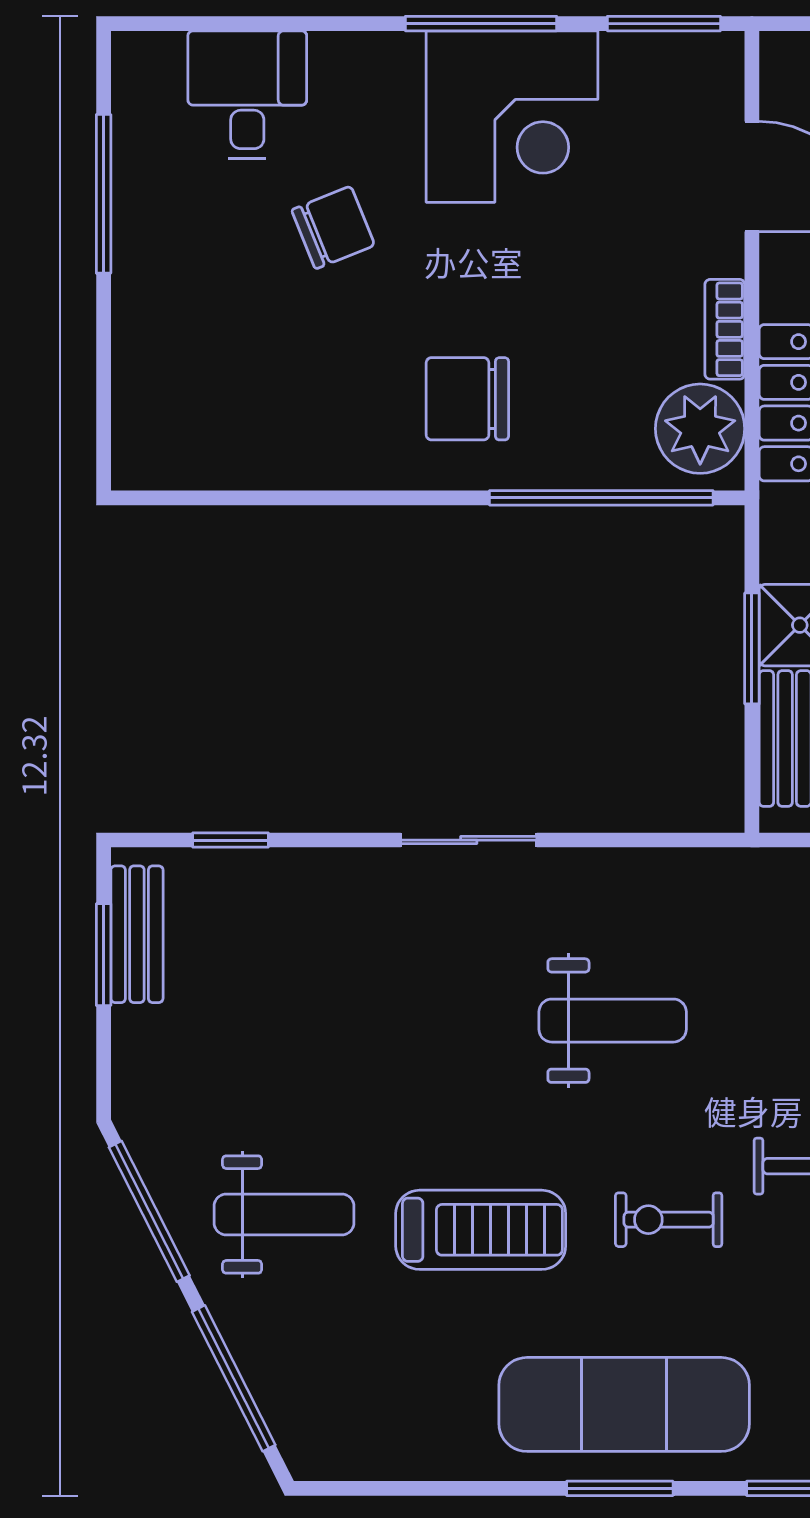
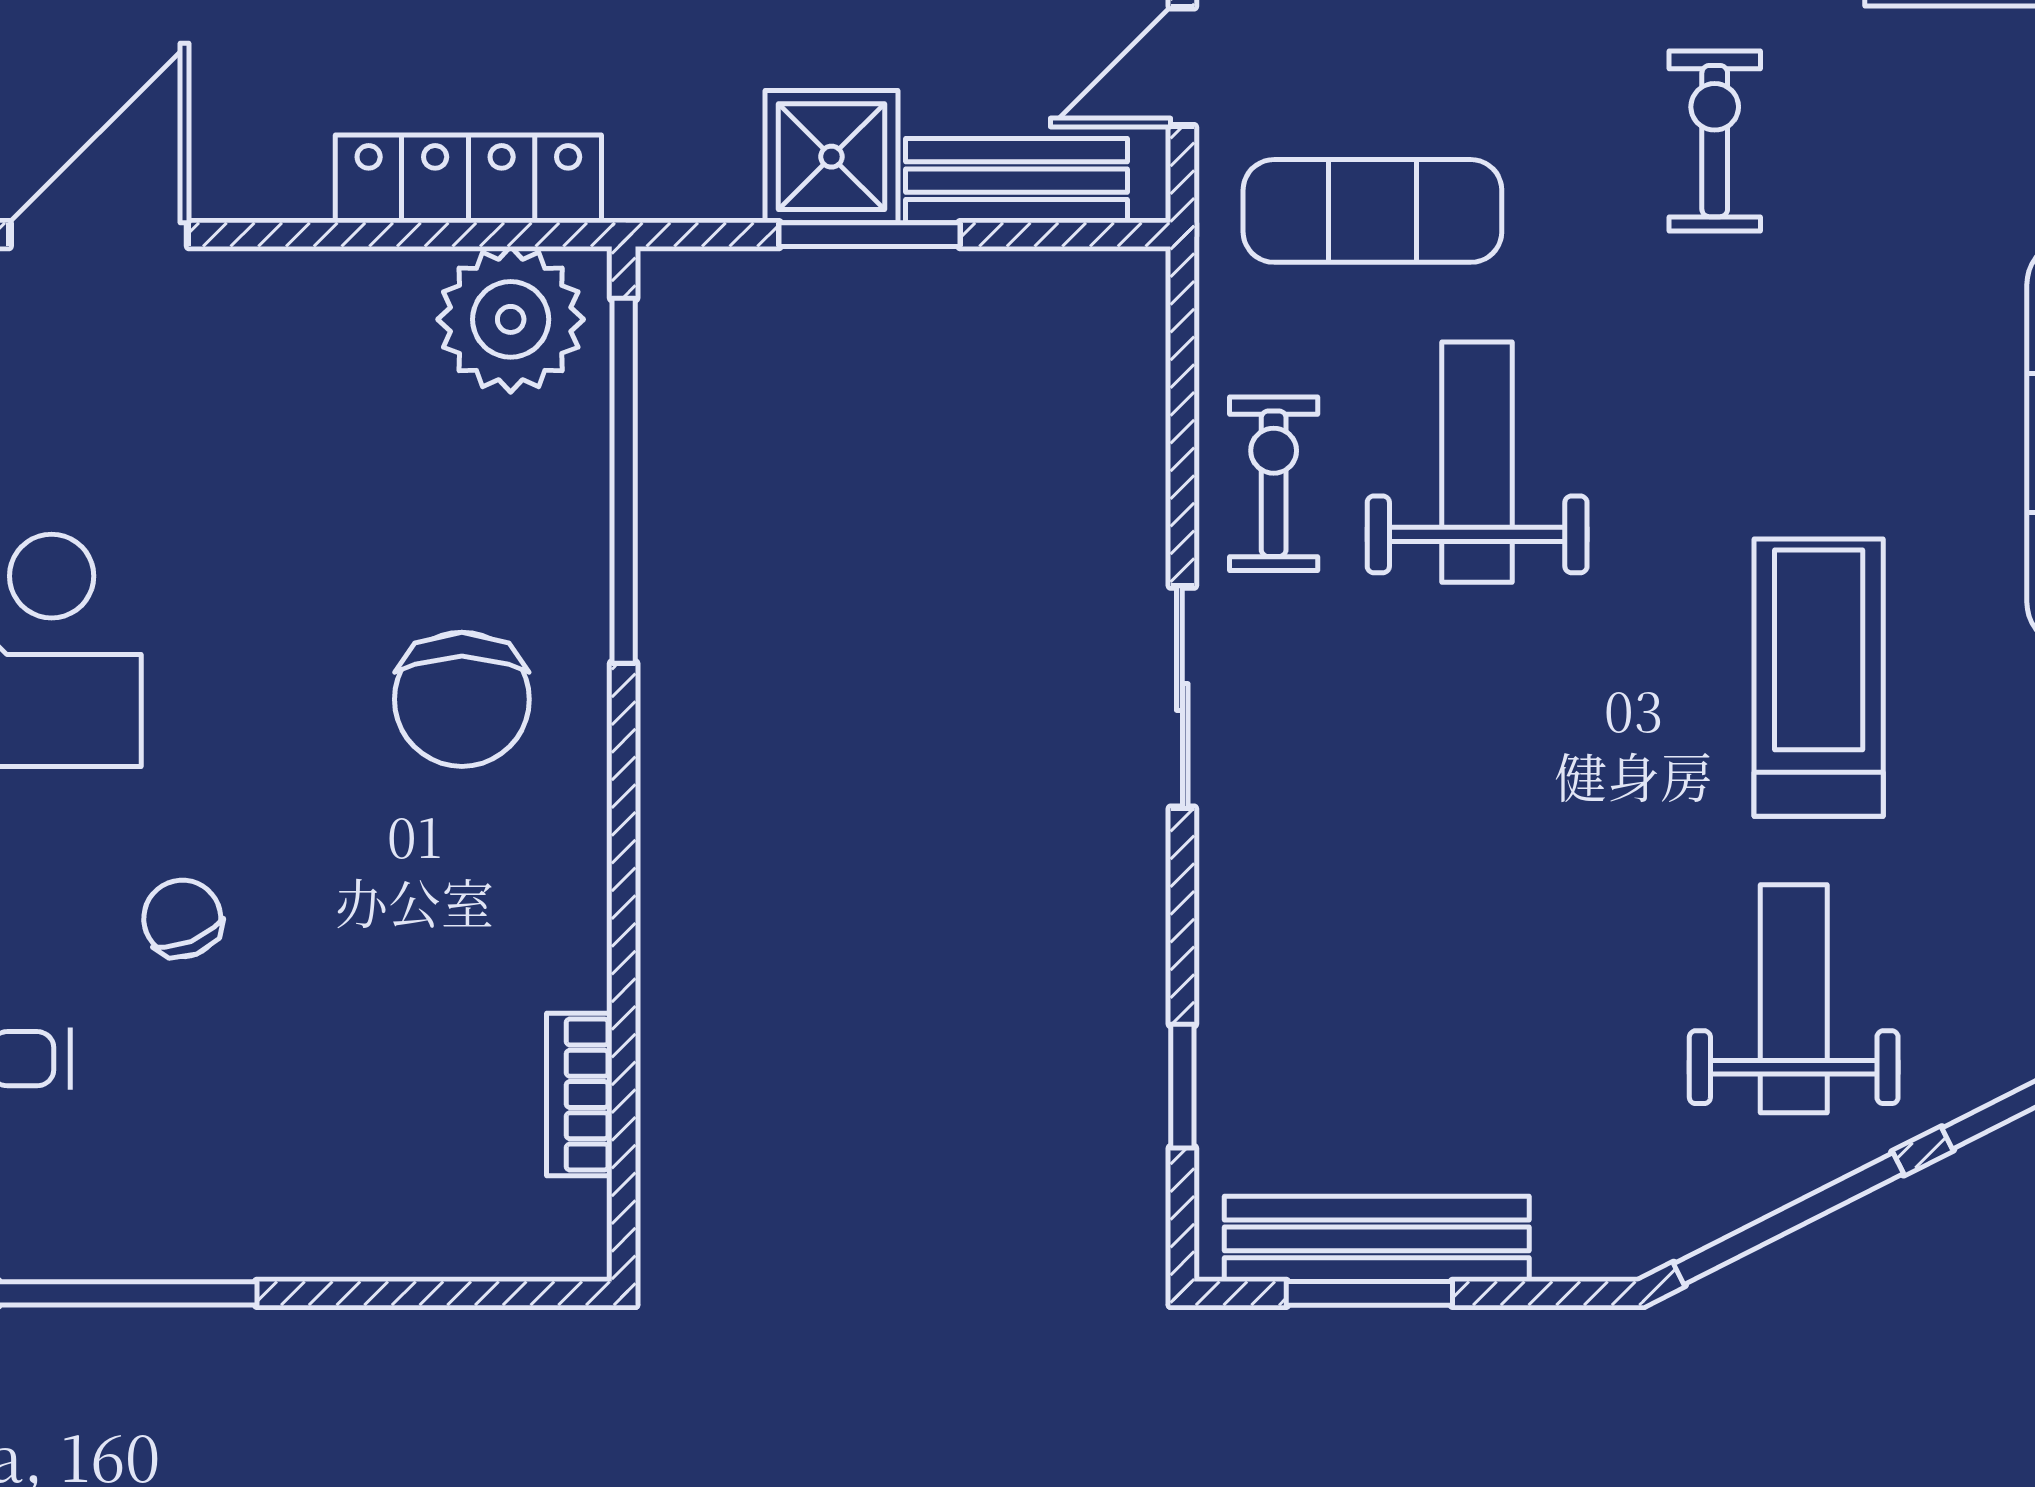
chair: (333, 228) -> (182, 918), width x0.73, depth x0.73
bookcase: (725, 329) -> (579, 1094), moved, turned 90
bench: (137, 934) -> (1377, 1239), width x1.36
exercise mat: (767, 956) -> (1372, 211), added
exercise bike: (669, 1220) -> (1274, 484), moved, turned 180

